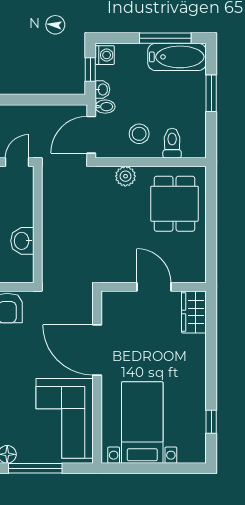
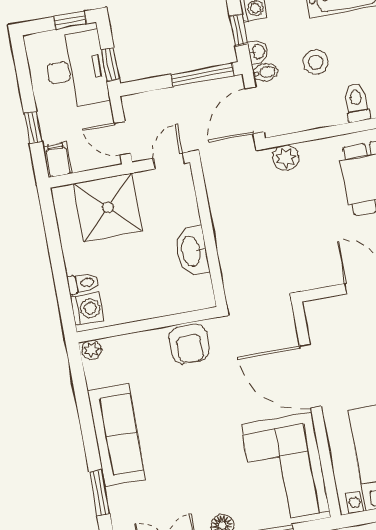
window: (56, 100) -> (202, 75), added
stool: (139, 134) -> (316, 62), moved
plant: (125, 176) -> (286, 158), moved
washbasin: (22, 241) -> (192, 251), width x1.38

